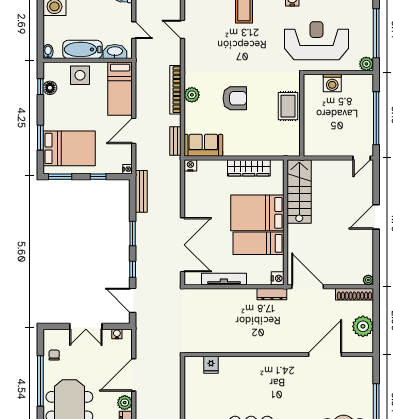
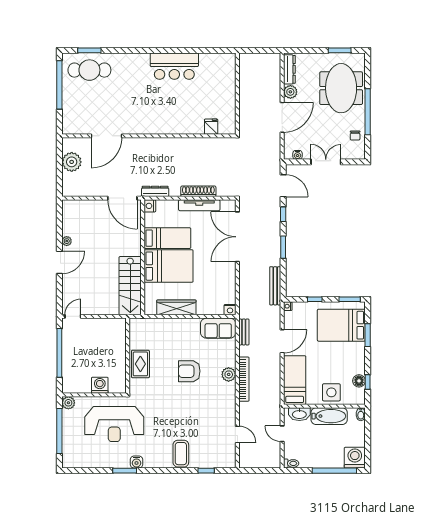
plant: (368, 280) -> (67, 241), moved
shoe rack: (354, 294) -> (198, 191), moved

